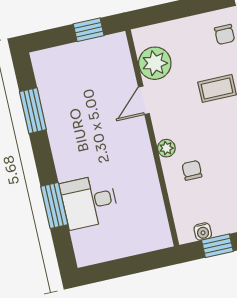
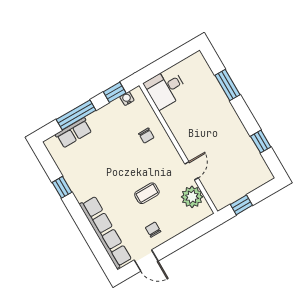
window: (33, 111) -> (261, 142), width x0.67
plant: (166, 148) -> (167, 145), removed
desk: (89, 202) -> (166, 88), moved, turned 180

